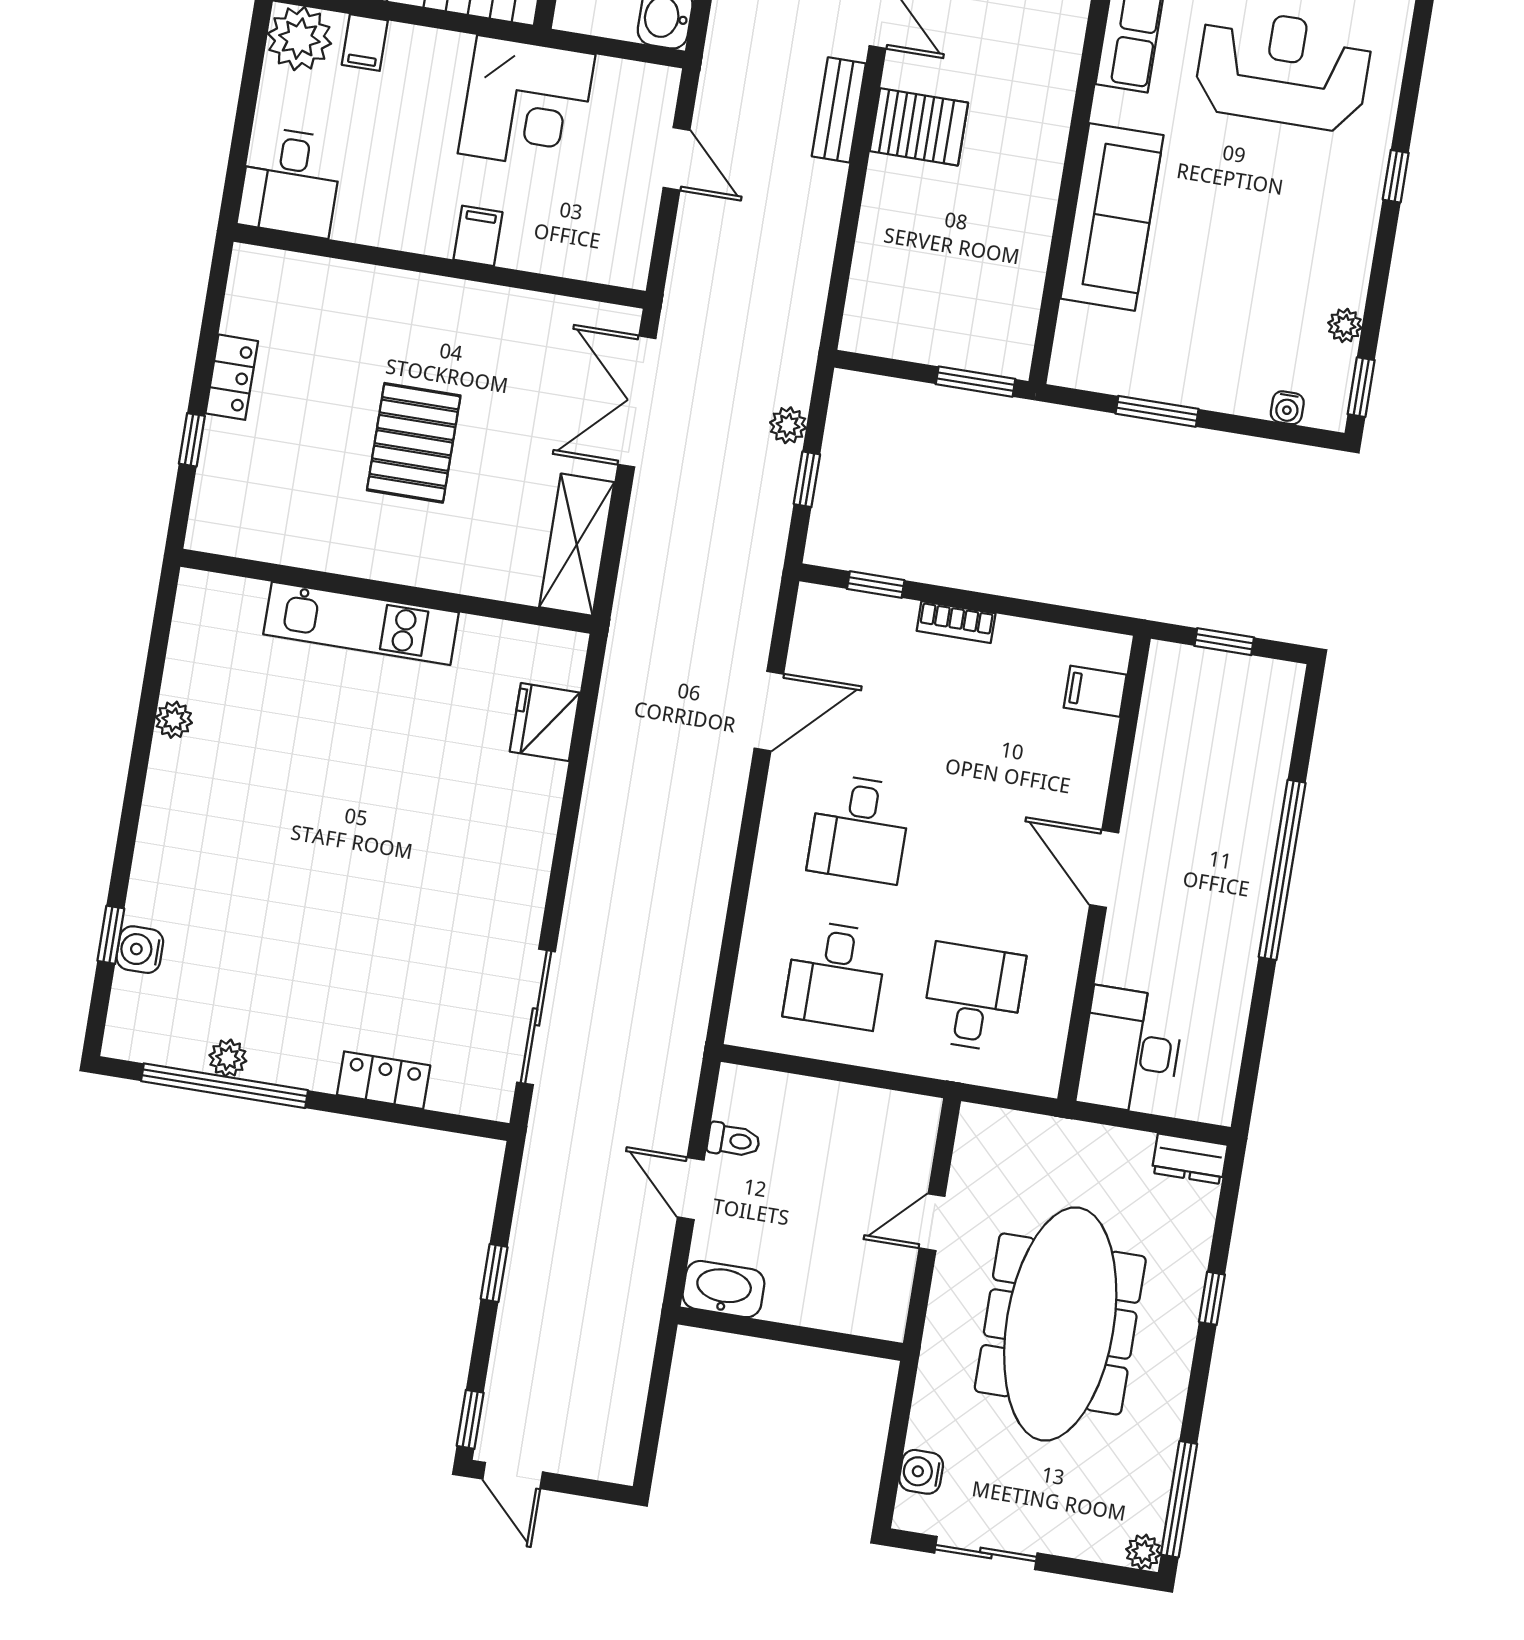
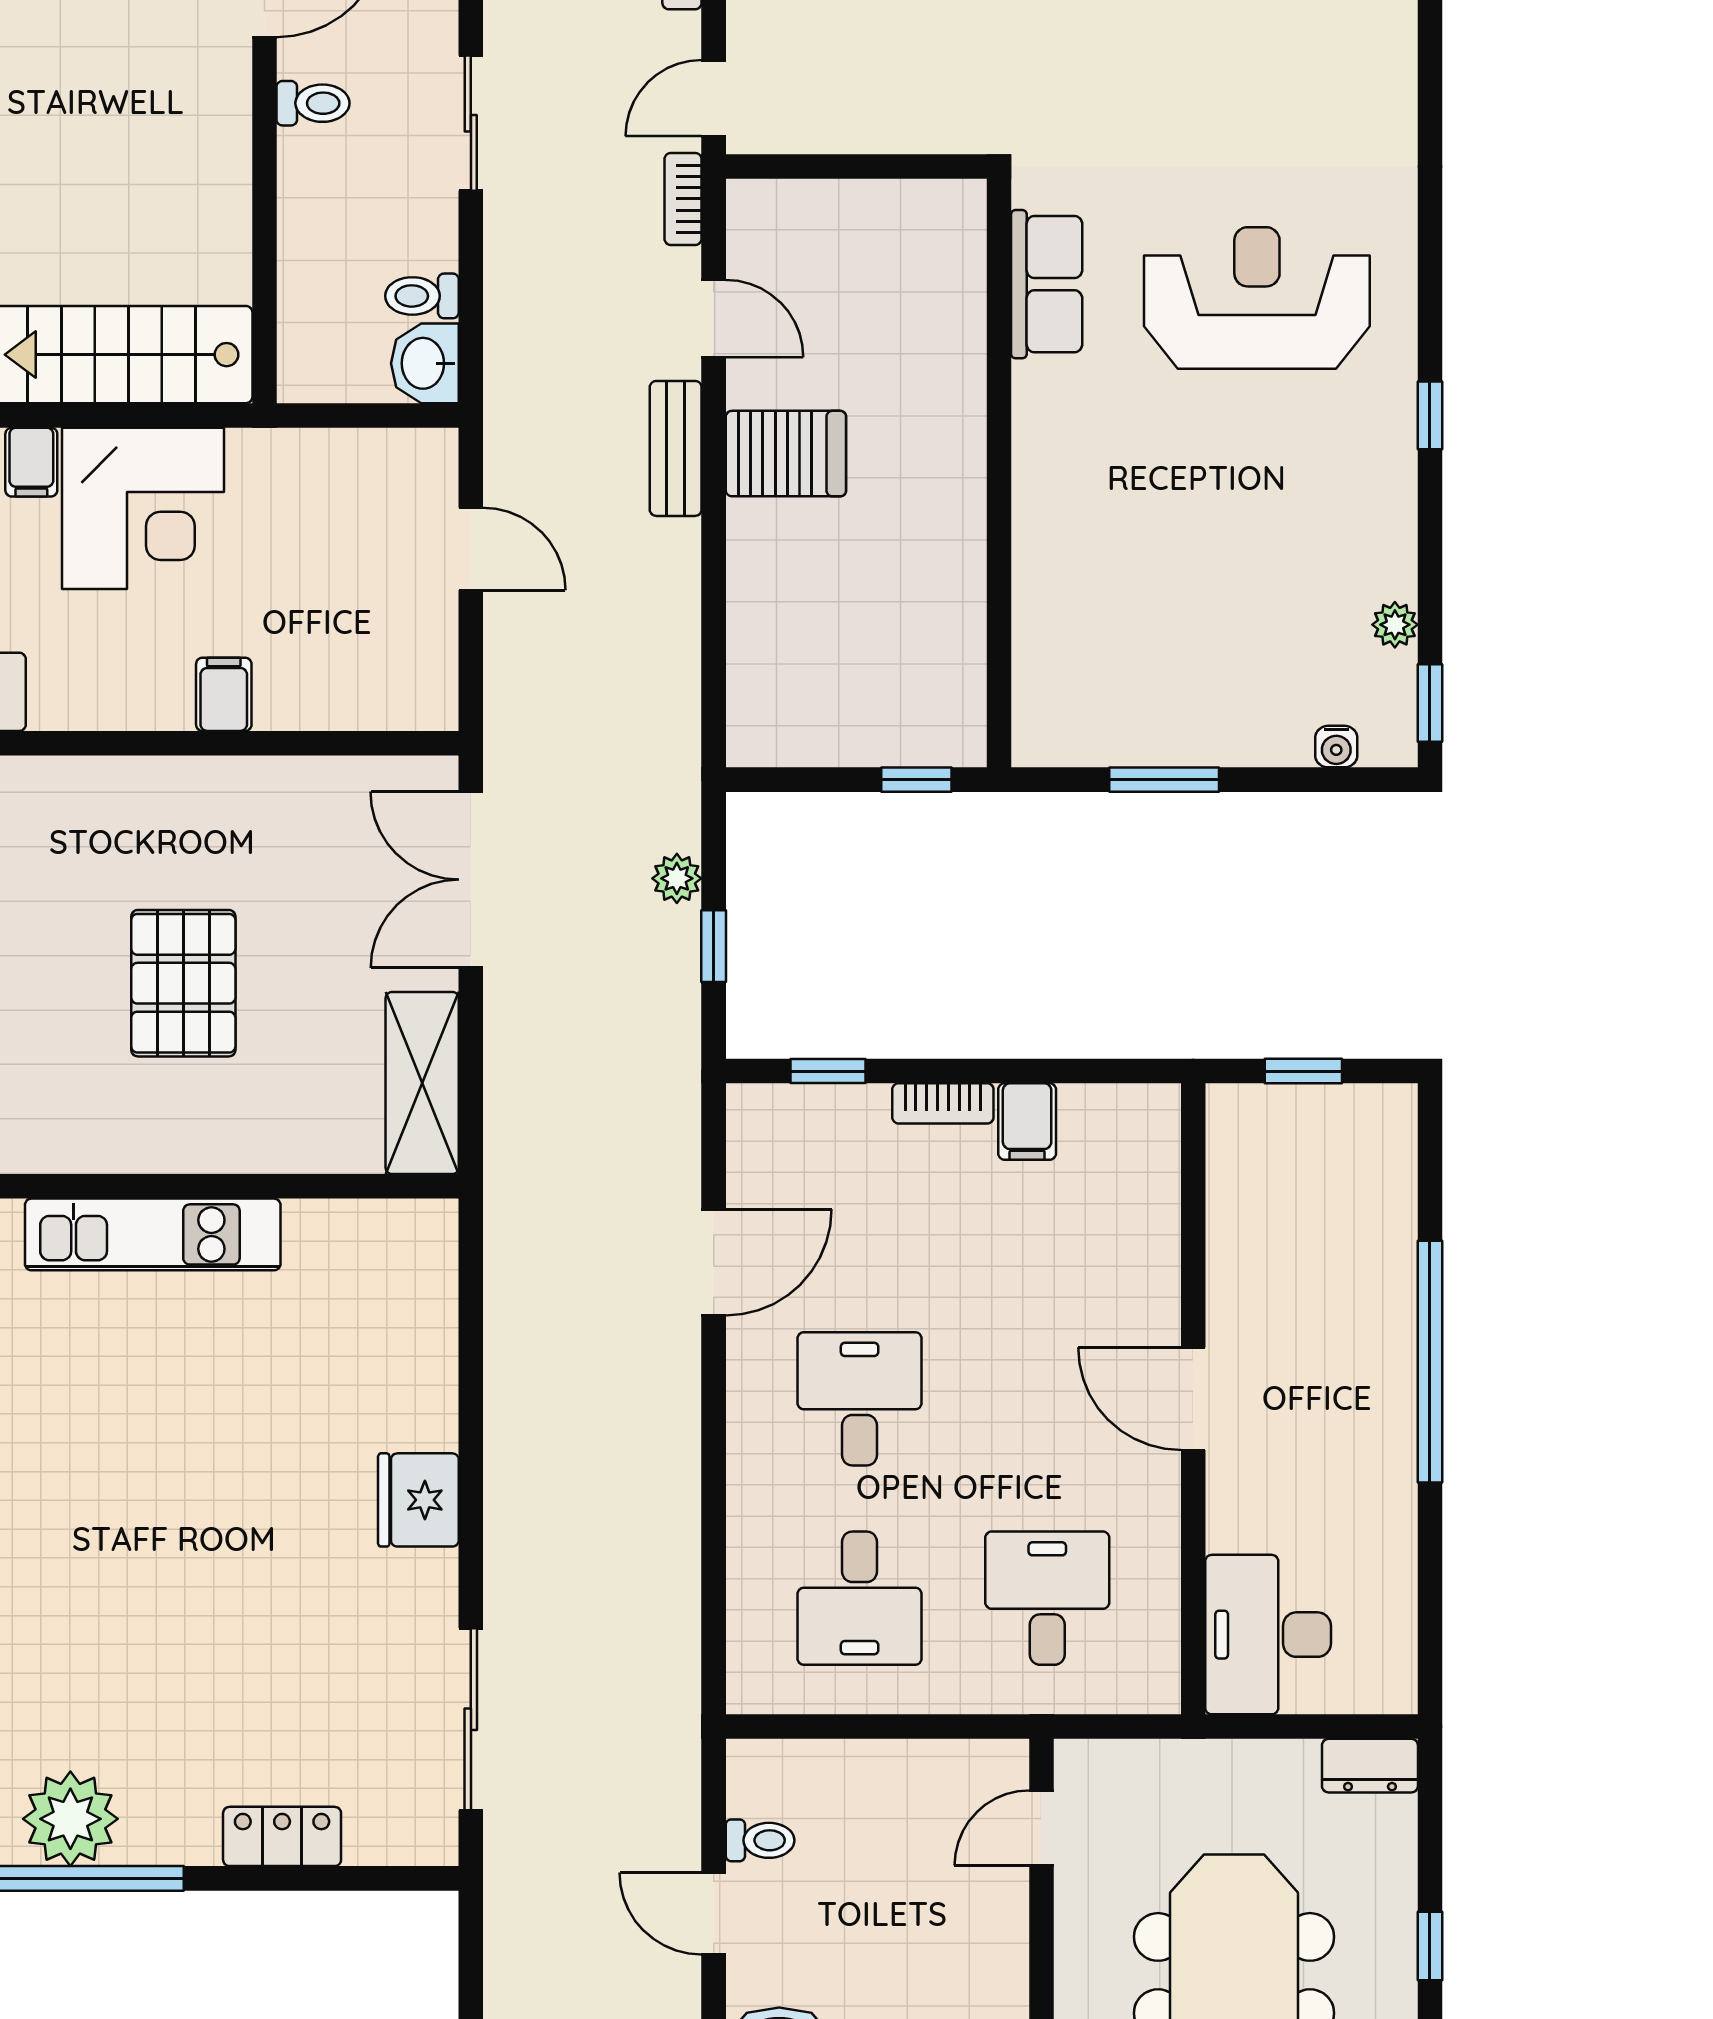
corner desk: (527, 104) -> (143, 508), moved
sofa: (1112, 217) -> (1062, 531), removed
window: (976, 382) -> (916, 780), width x0.67
filing cabinet: (1095, 691) -> (1027, 1121), moved, turned -90
fridge: (545, 722) -> (418, 1500), moved
desk: (859, 829) -> (860, 1399), turned 180
plant: (228, 1058) -> (70, 1819), width x1.87, depth x1.87
door: (932, 1222) -> (1041, 1828), moved

